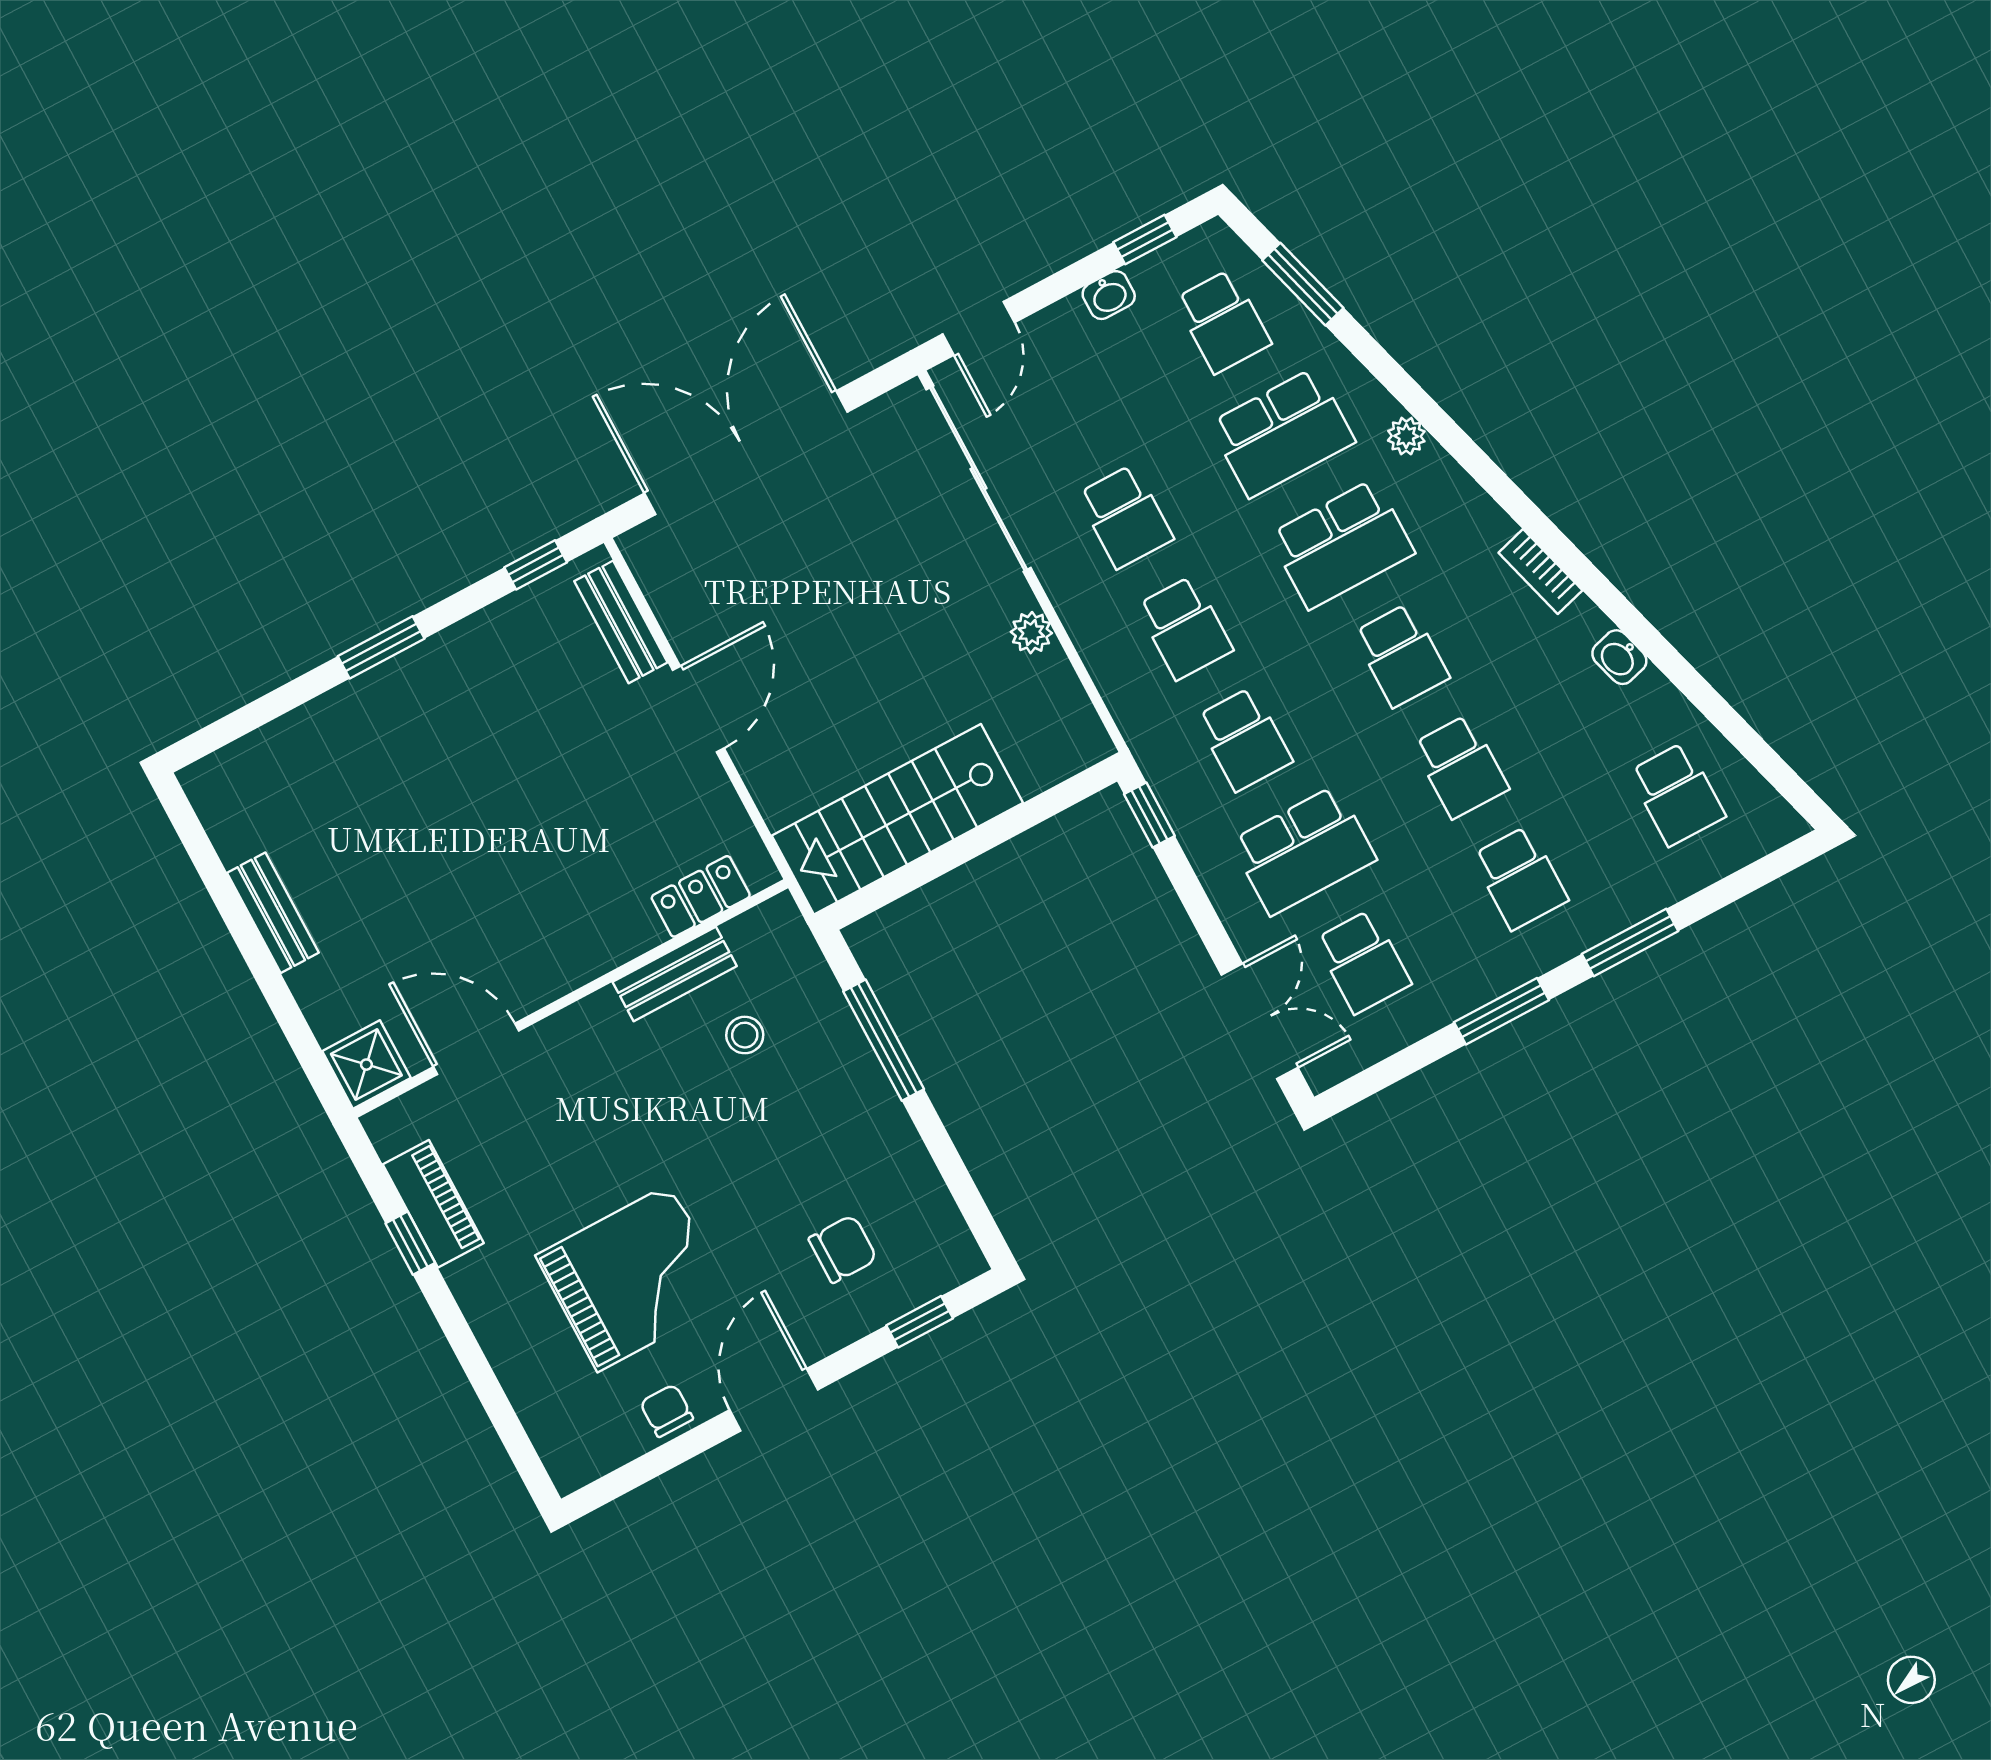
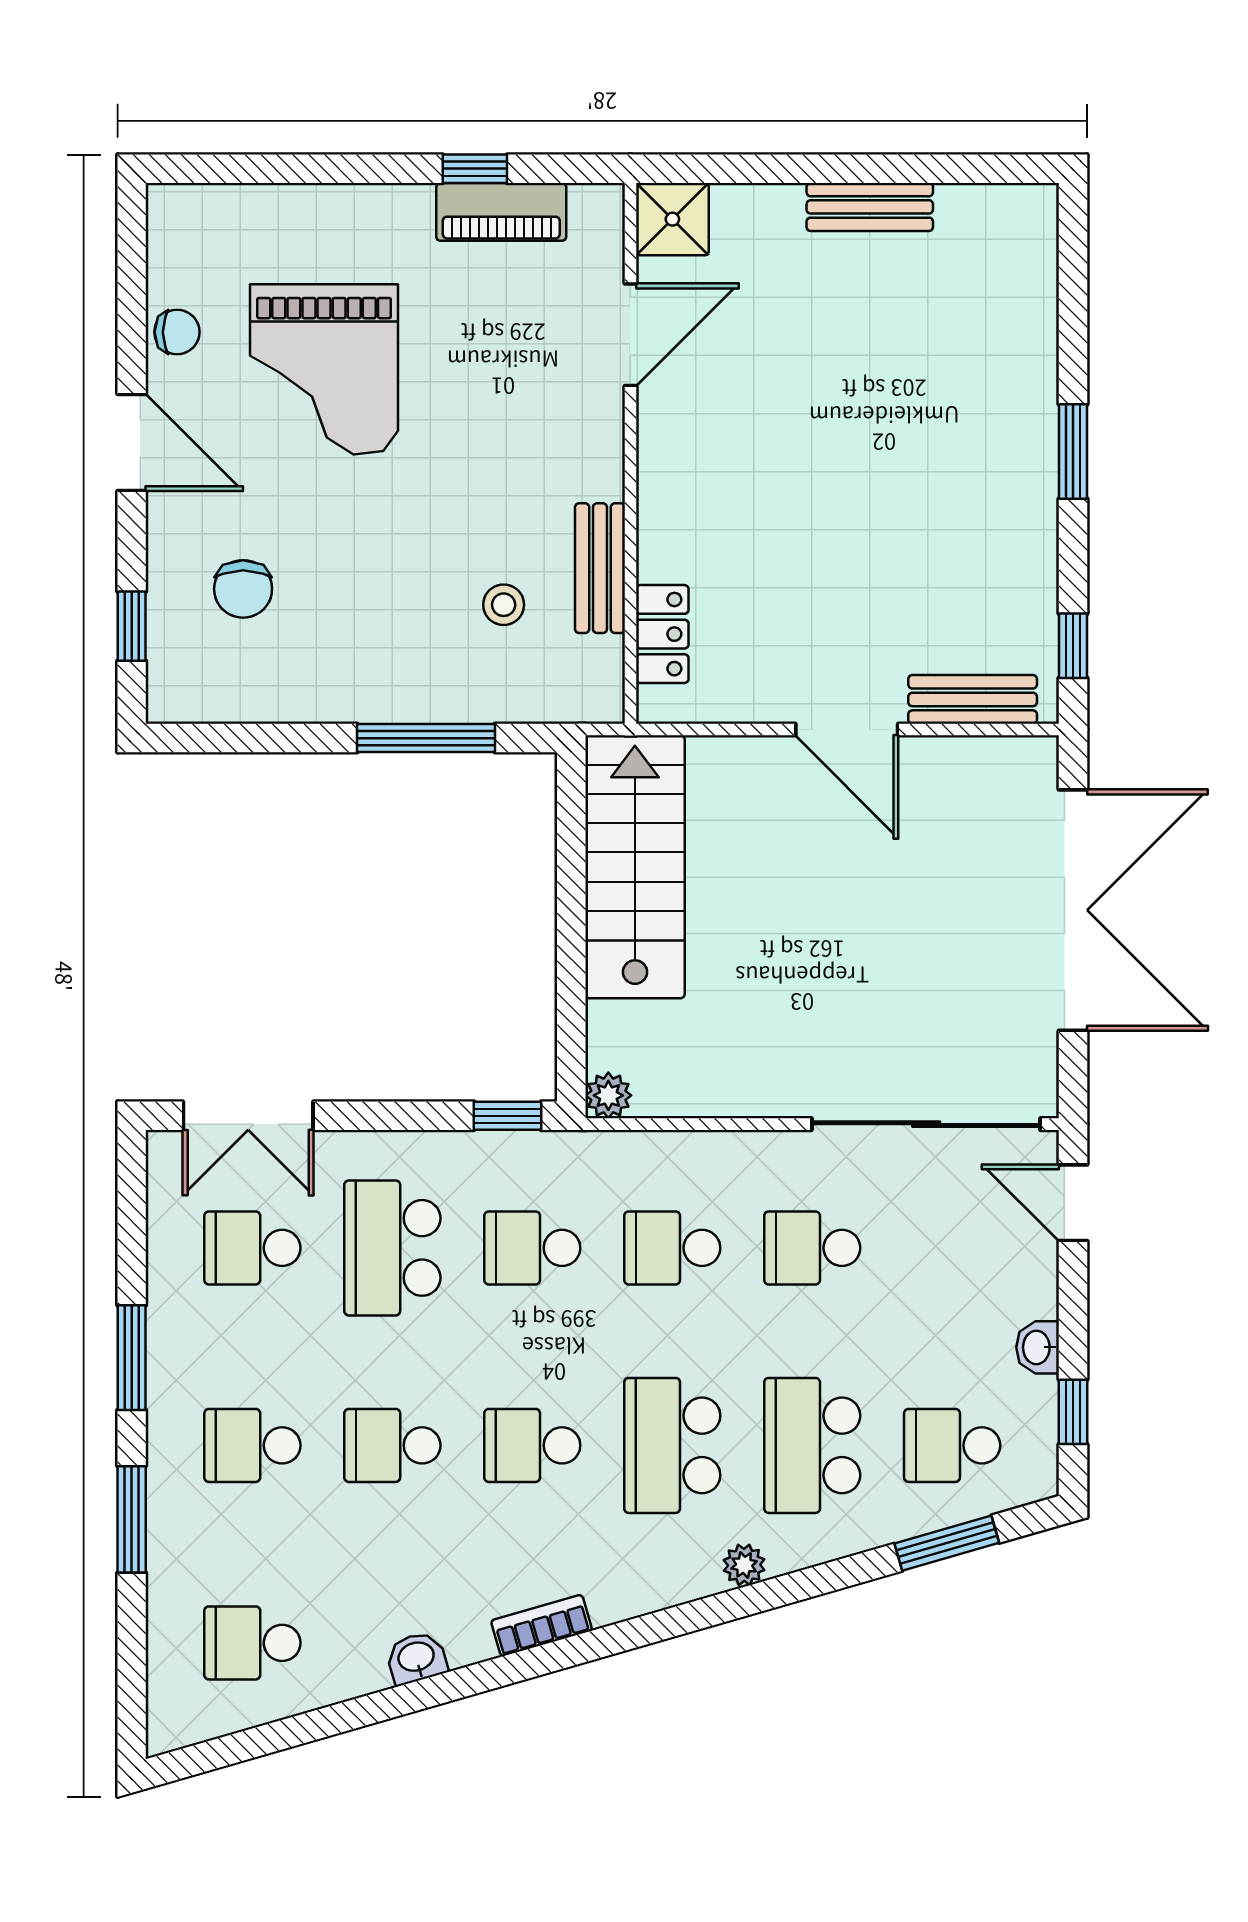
plant: (1031, 633) -> (608, 1095), moved

